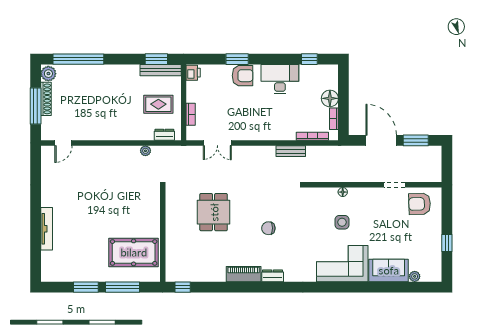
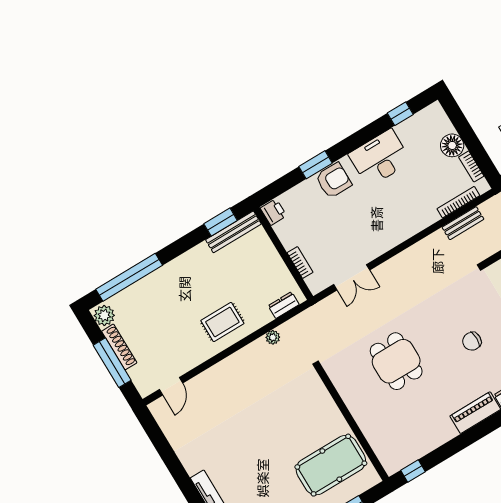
rug: (158, 104) -> (222, 322), moved
bench: (291, 151) -> (463, 223), moved

